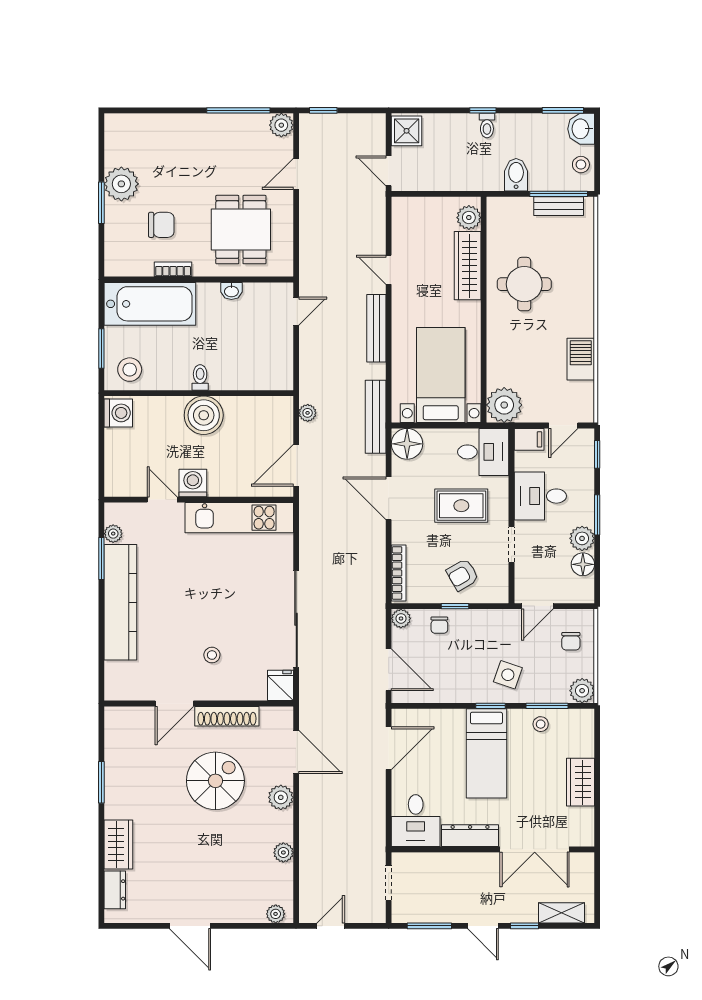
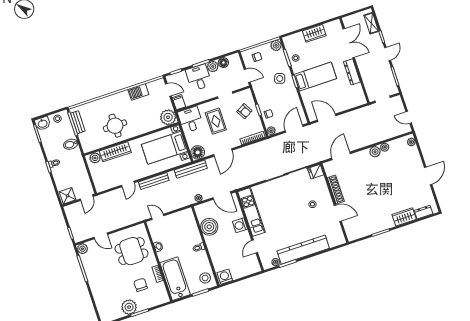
boiler: (204, 415) -> (209, 227), moved
washing machine: (193, 483) -> (240, 225), moved
desk: (540, 496) -> (199, 77), moved, turned 180
spiral stairs: (215, 781) -> (364, 185), removed
plant: (281, 797) -> (375, 152), moved
desk: (416, 821) -> (353, 97), removed

